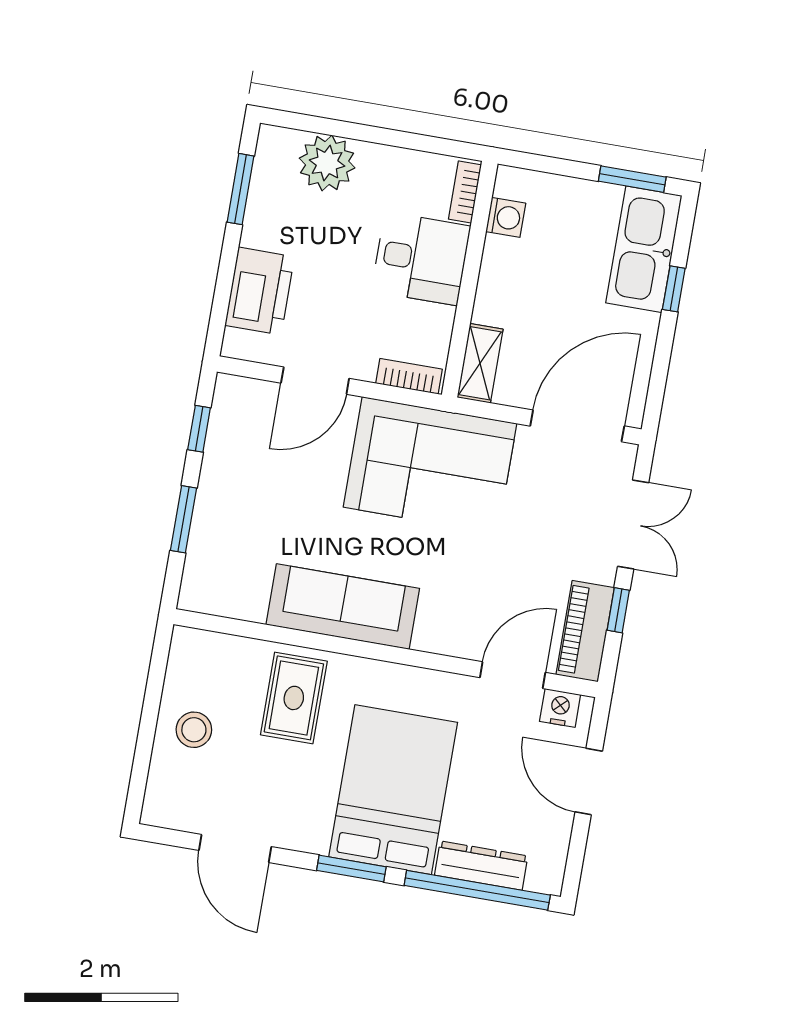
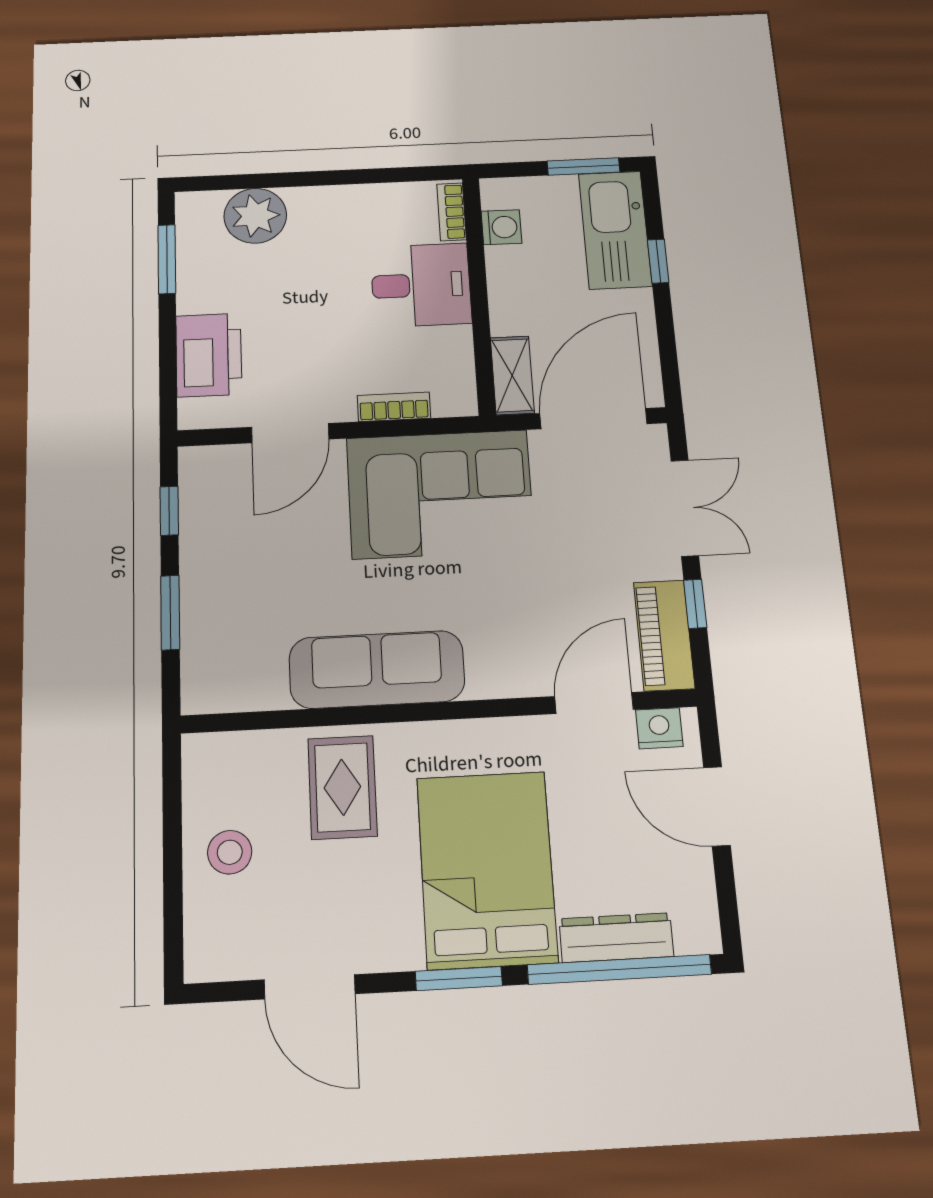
bookcase: (465, 192) -> (452, 212), moved
washing machine: (506, 217) -> (501, 227), moved
desk: (421, 259) -> (421, 285), moved
wall: (470, 279) -> (479, 294), moved
shelving: (480, 363) -> (512, 375), moved

